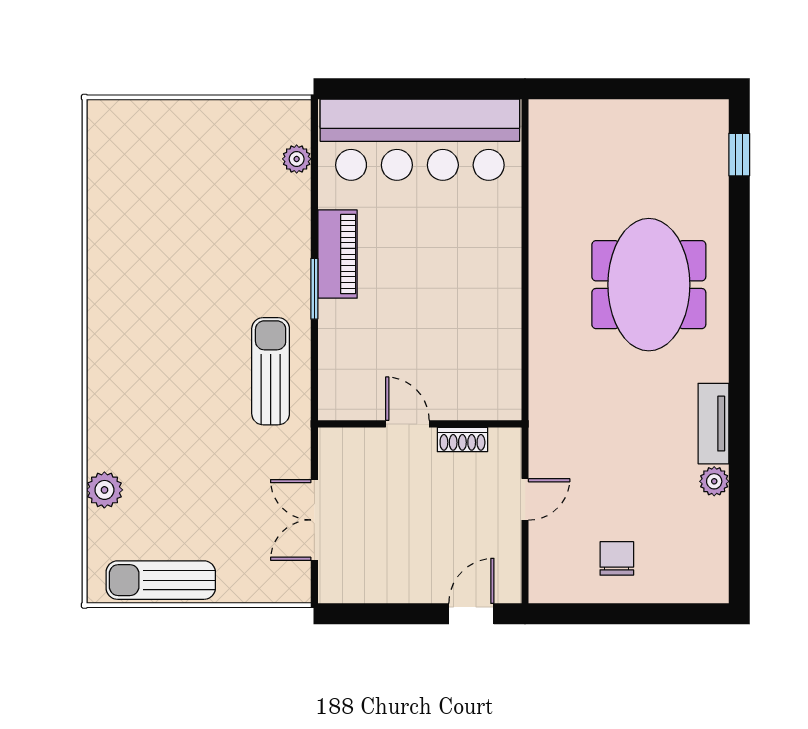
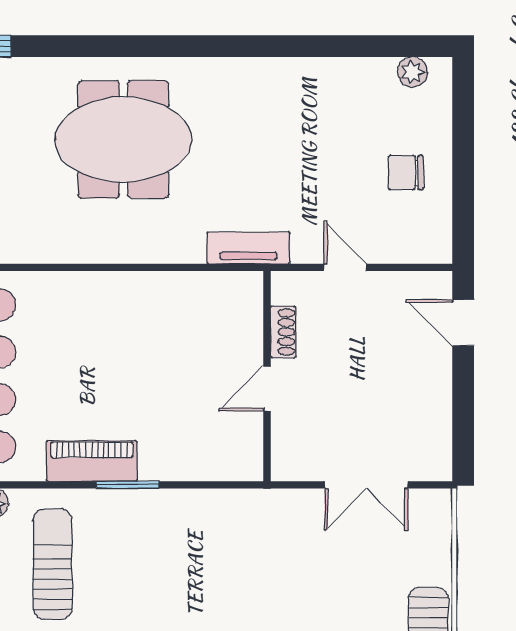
sun lounger: (271, 371) -> (52, 564), moved, turned 90
tv unit: (713, 424) -> (249, 248), moved, turned 180
plant: (714, 481) -> (413, 72), moved

